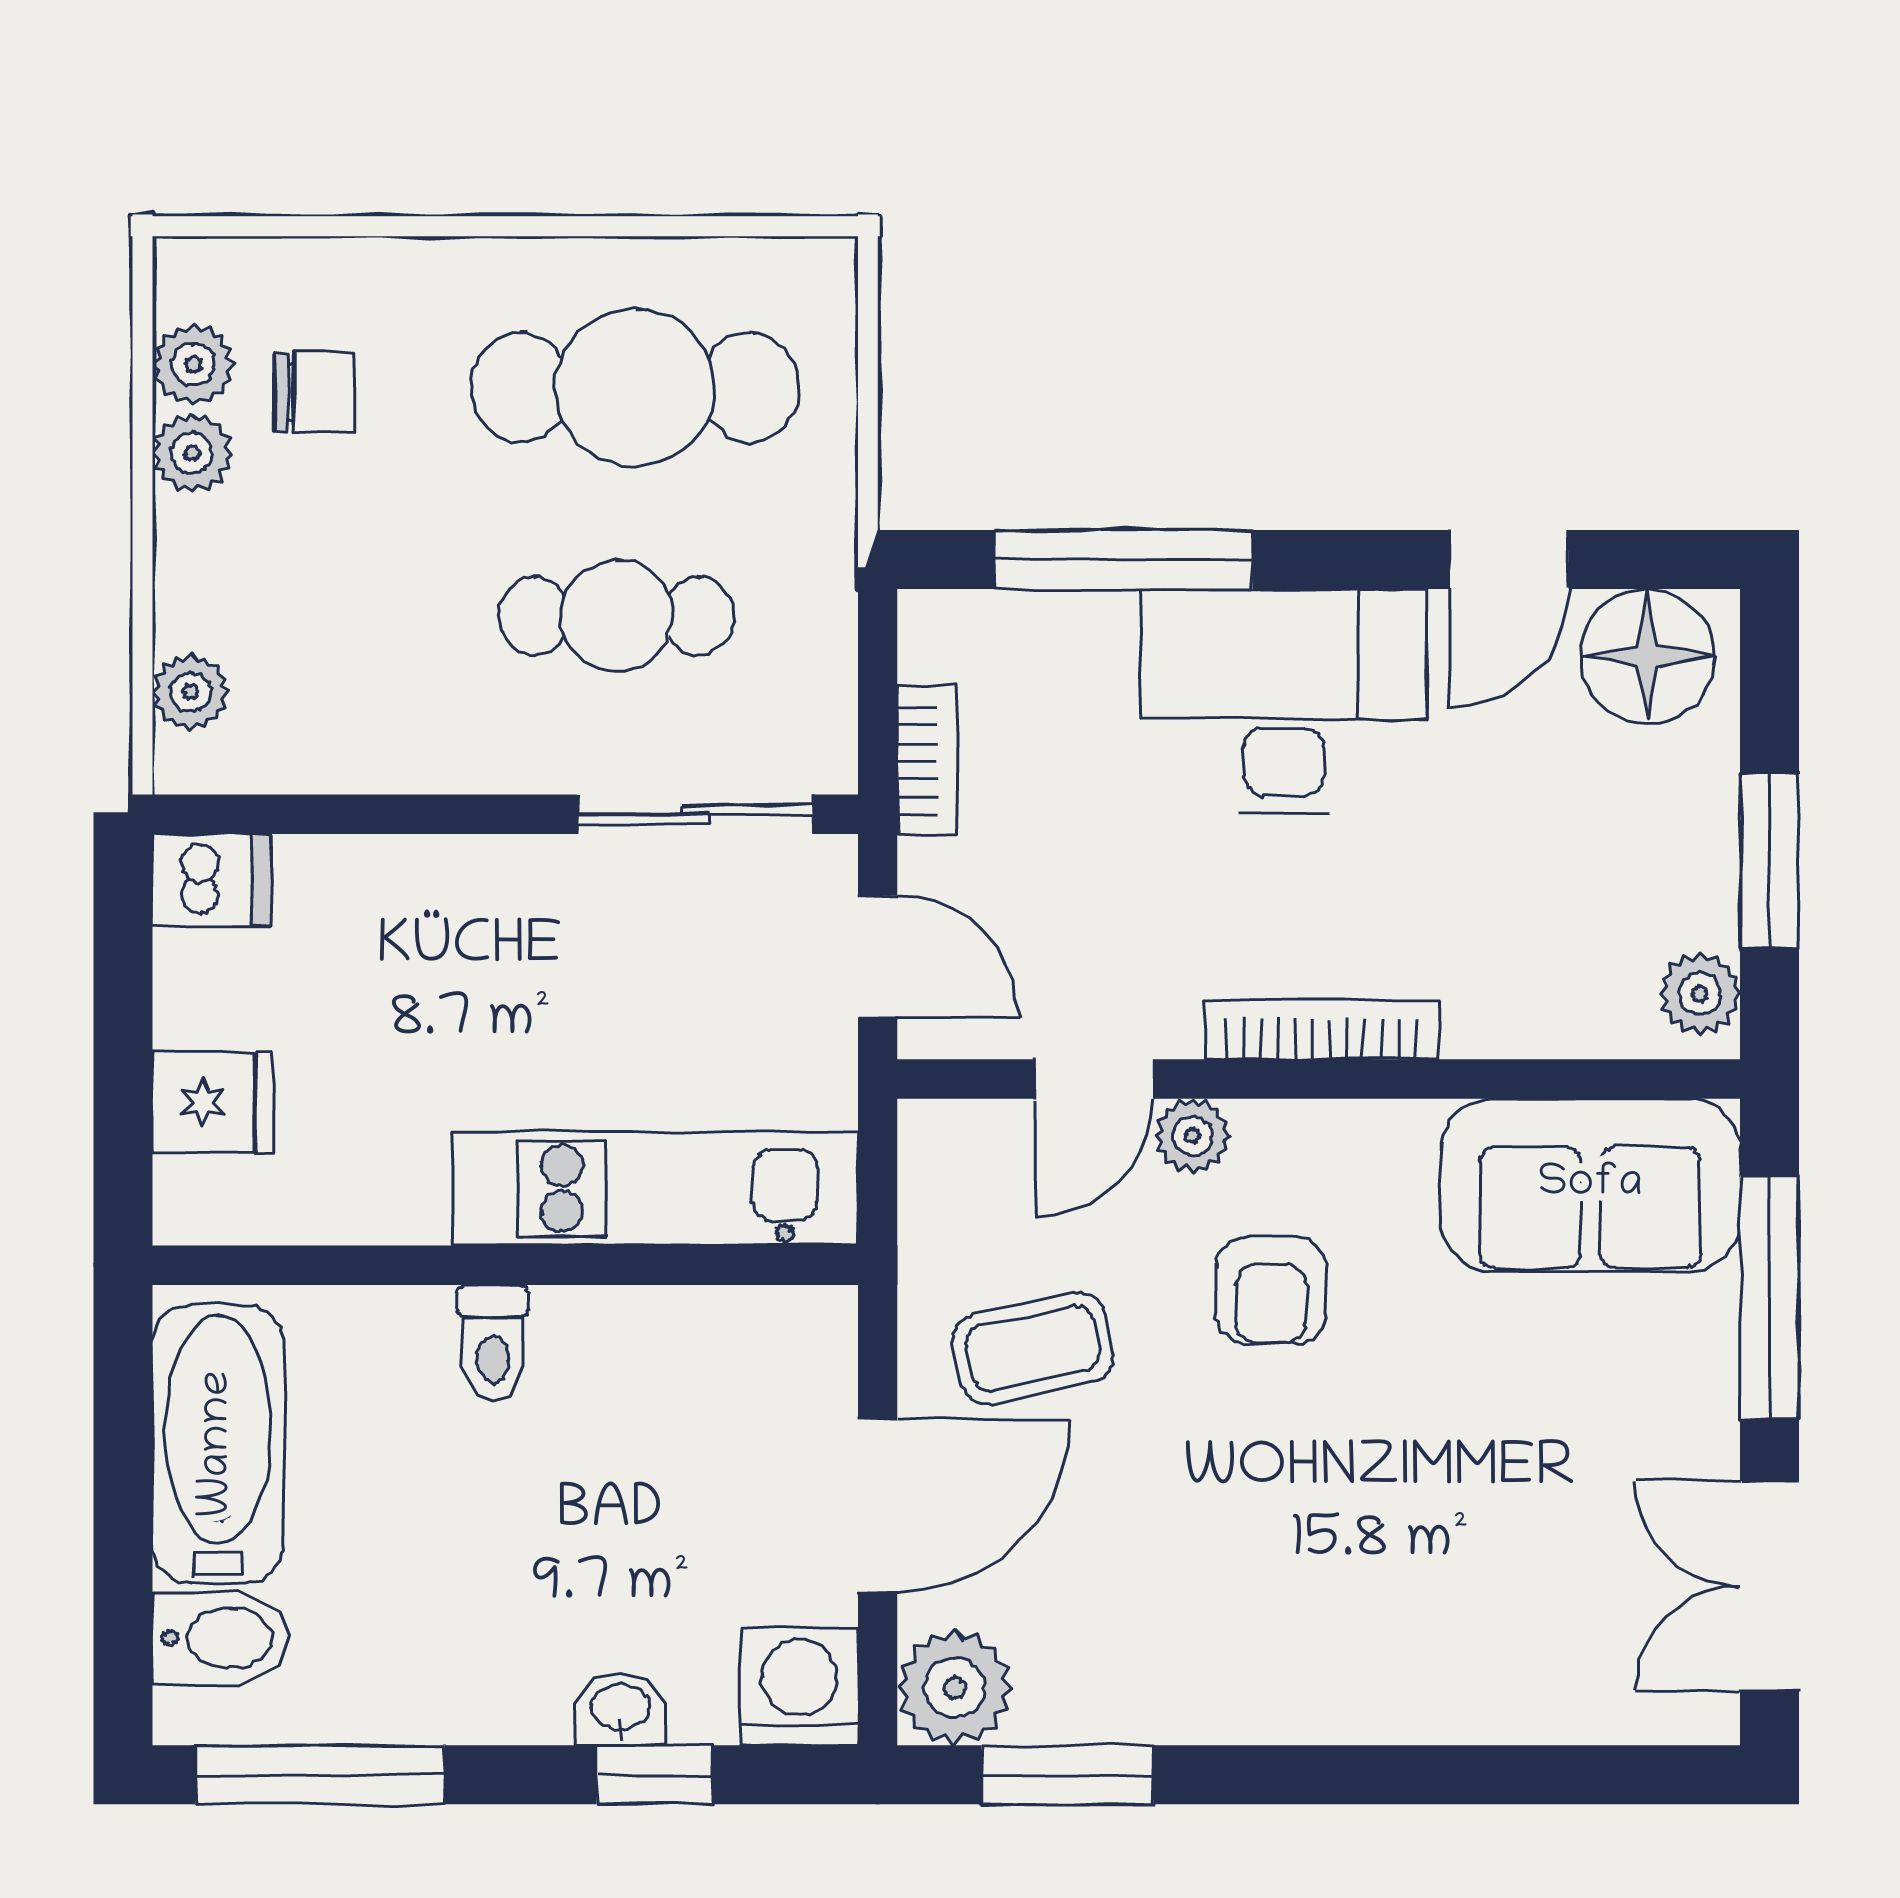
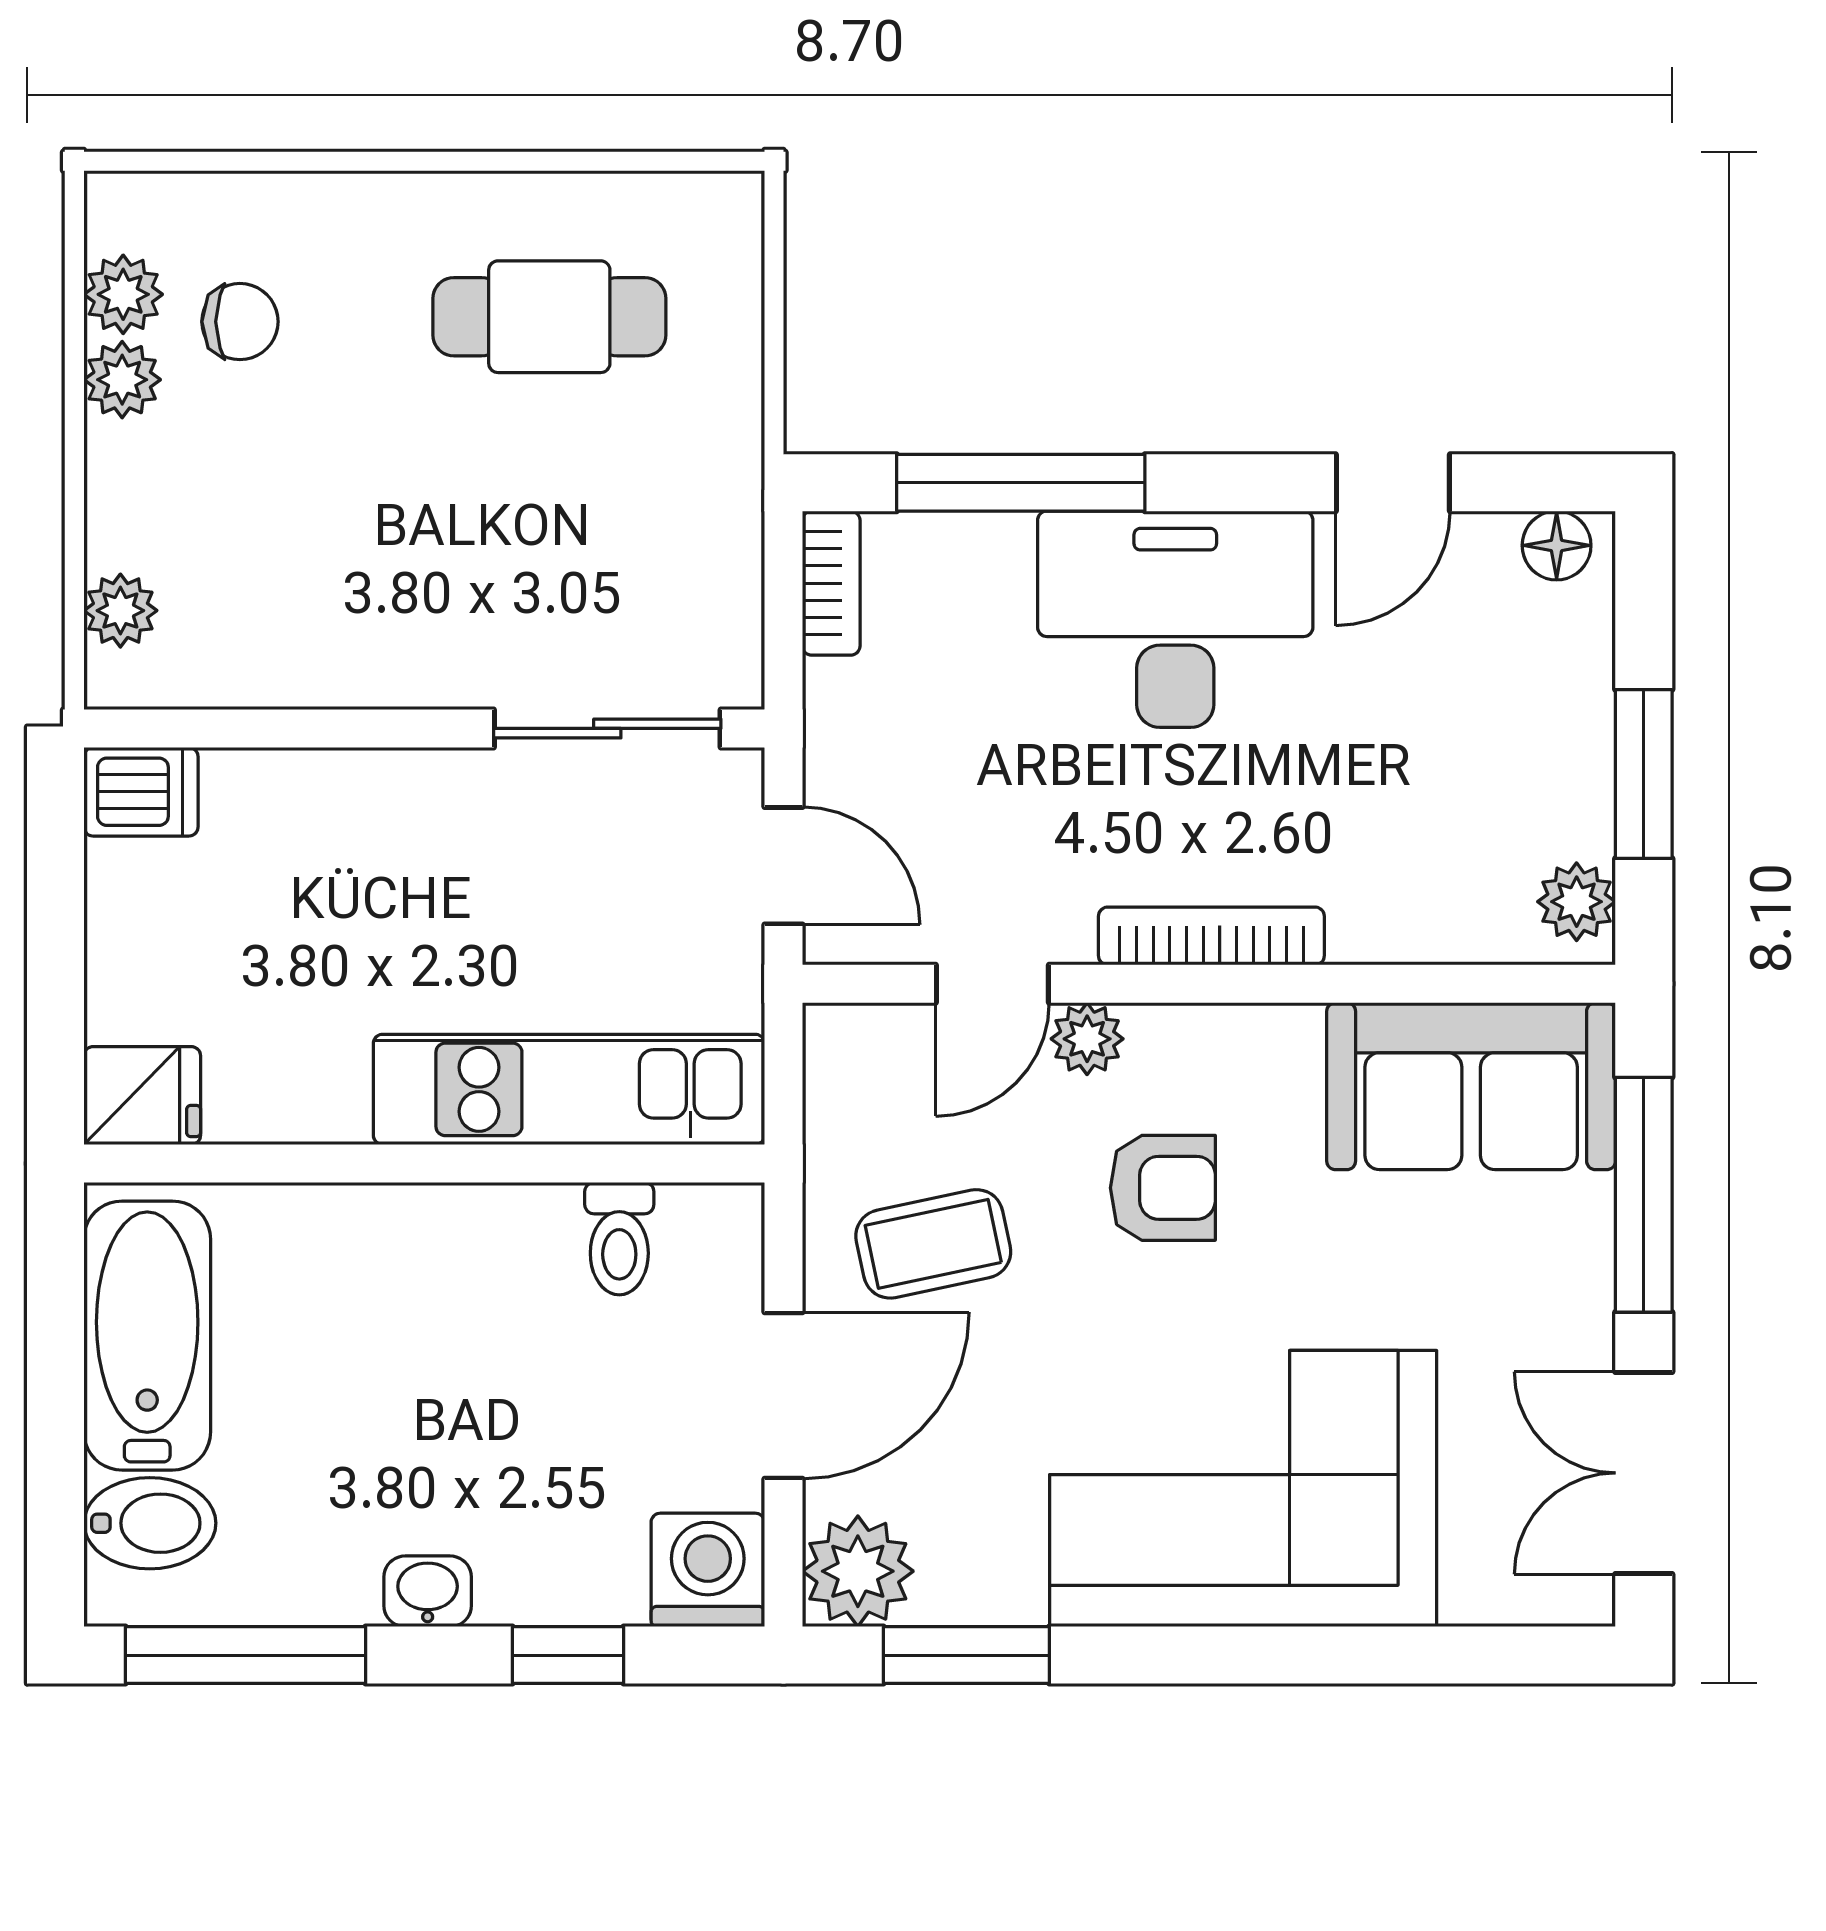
cafe table: (635, 387) -> (549, 317), width x0.73, depth x0.74
cafe table: (617, 616) -> (532, 537), removed
floor lamp: (1647, 656) -> (1557, 545), width x0.53, depth x0.53
bookcase: (927, 761) -> (831, 583), moved
fridge: (213, 1102) -> (142, 1096), moved
armchair: (1271, 1290) -> (1163, 1188), turned -90
toilet: (493, 1343) -> (619, 1239), moved
corner sofa: (1354, 1602) -> (1243, 1489), added
washbasin: (621, 1709) -> (428, 1591), moved

